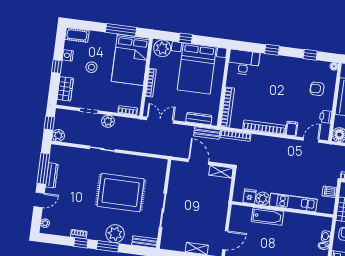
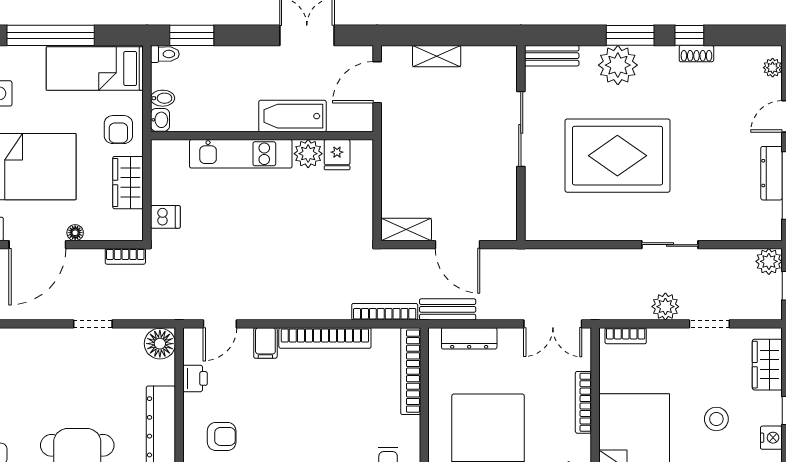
fridge: (250, 196) -> (337, 155), moved
plant: (263, 198) -> (308, 154), moved
kitchen unit: (293, 202) -> (241, 154), moved
wall: (282, 209) -> (262, 136), moved
bathtub: (268, 216) -> (292, 116), moved

